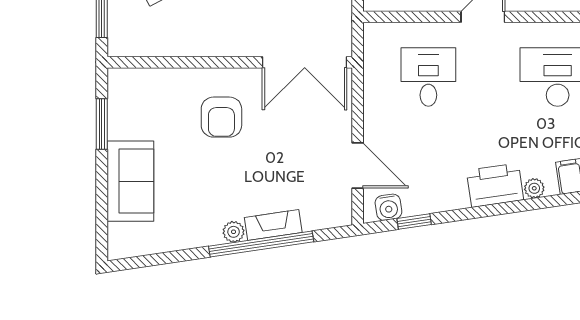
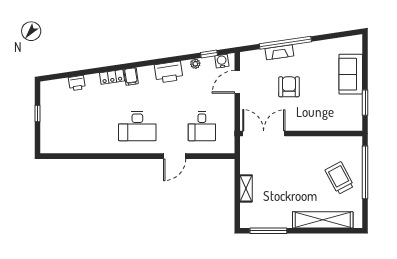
armchair: (221, 117) -> (289, 87), moved
door: (358, 166) -> (237, 82), hinge flipped
plant: (534, 188) -> (195, 64), moved
plant: (234, 232) -> (299, 49), removed

